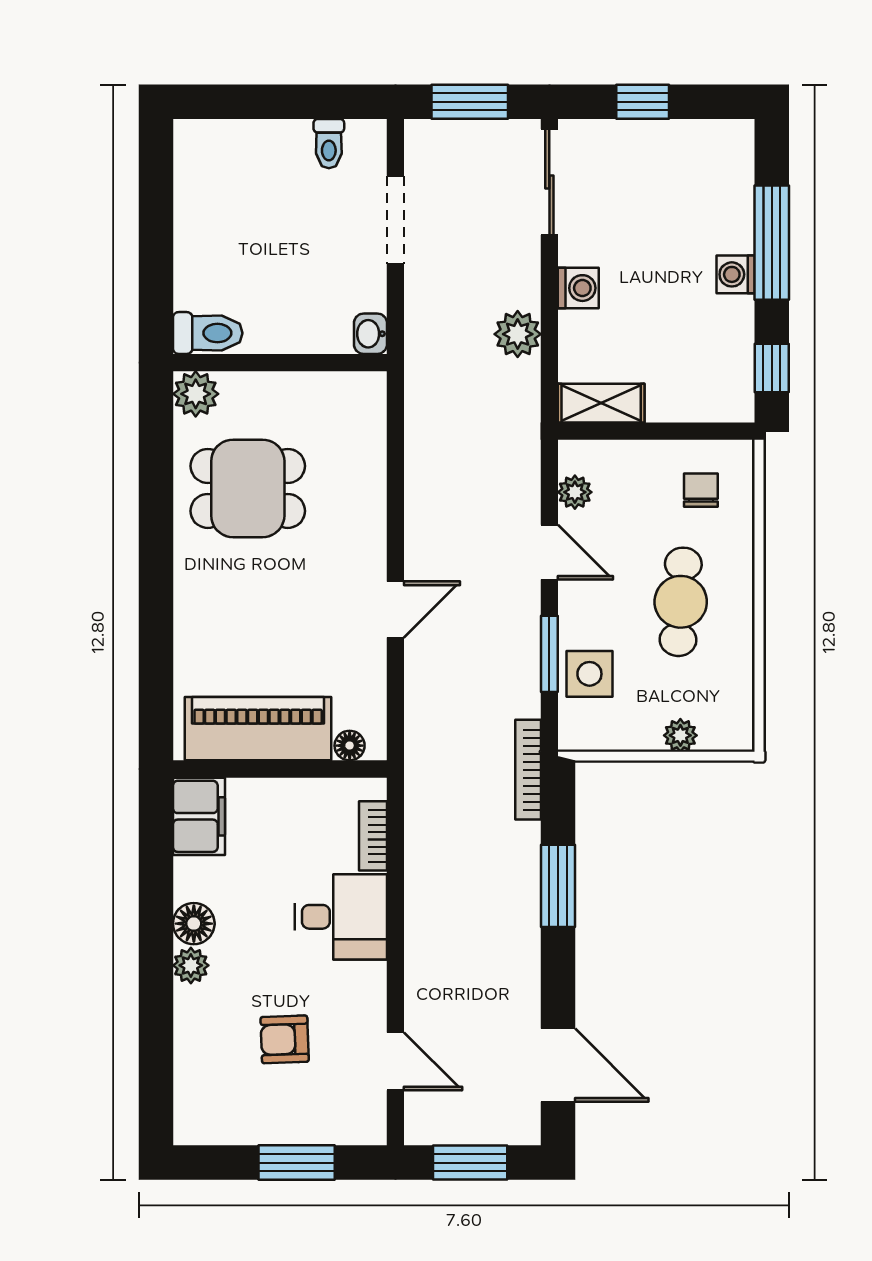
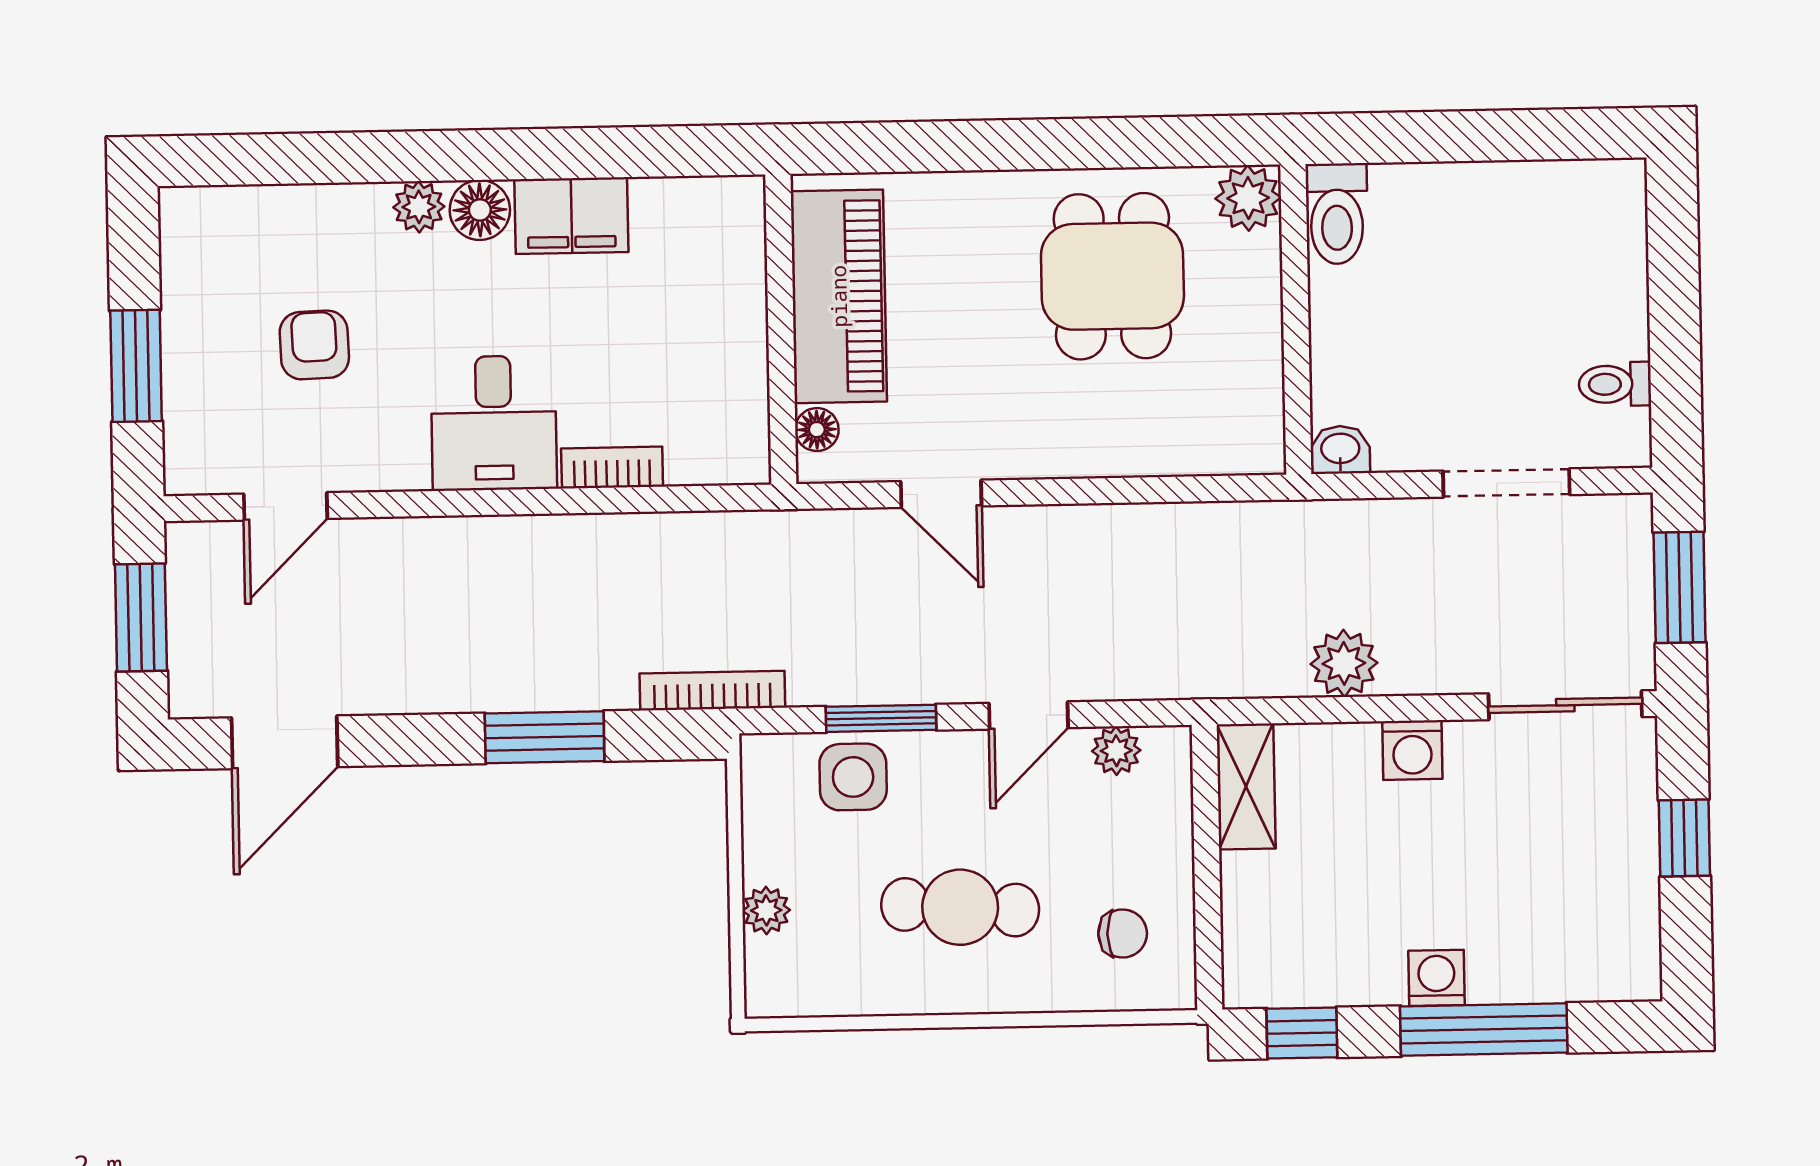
piano: (258, 729) -> (839, 296), moved
floor lamp: (350, 746) -> (817, 430), moved
wall: (280, 769) -> (781, 329), moved
filing cabinet: (199, 816) -> (571, 216), moved

